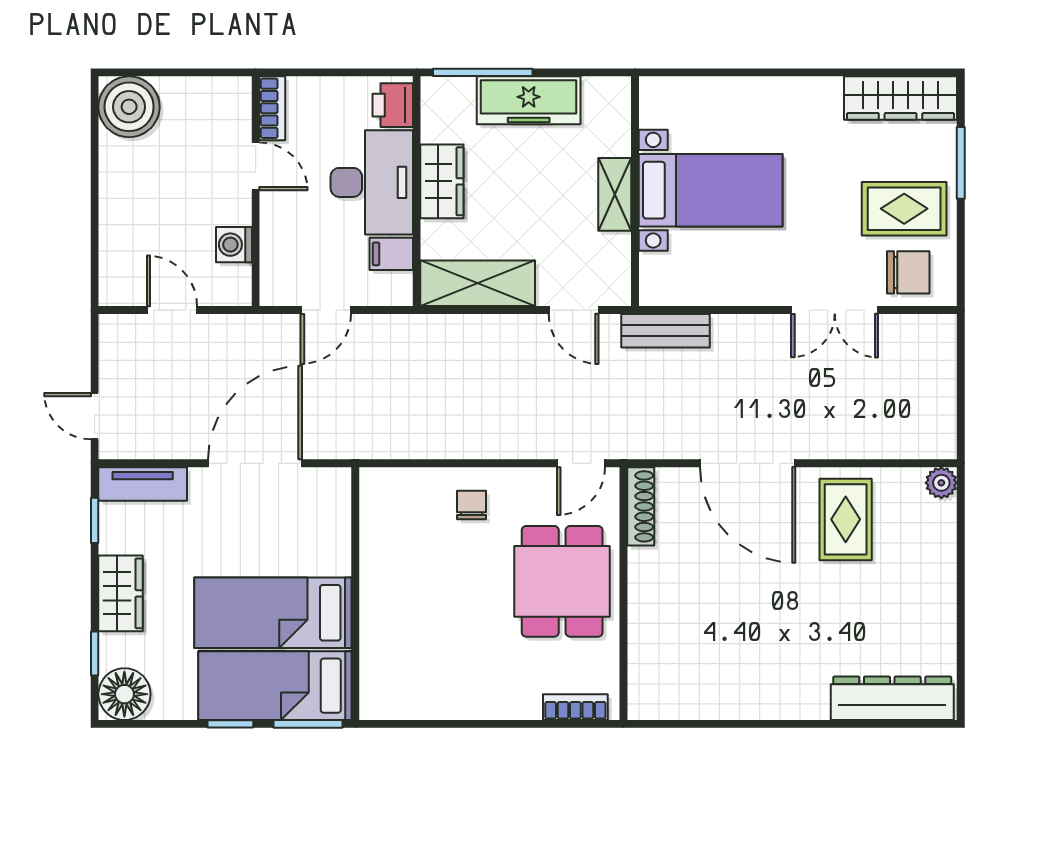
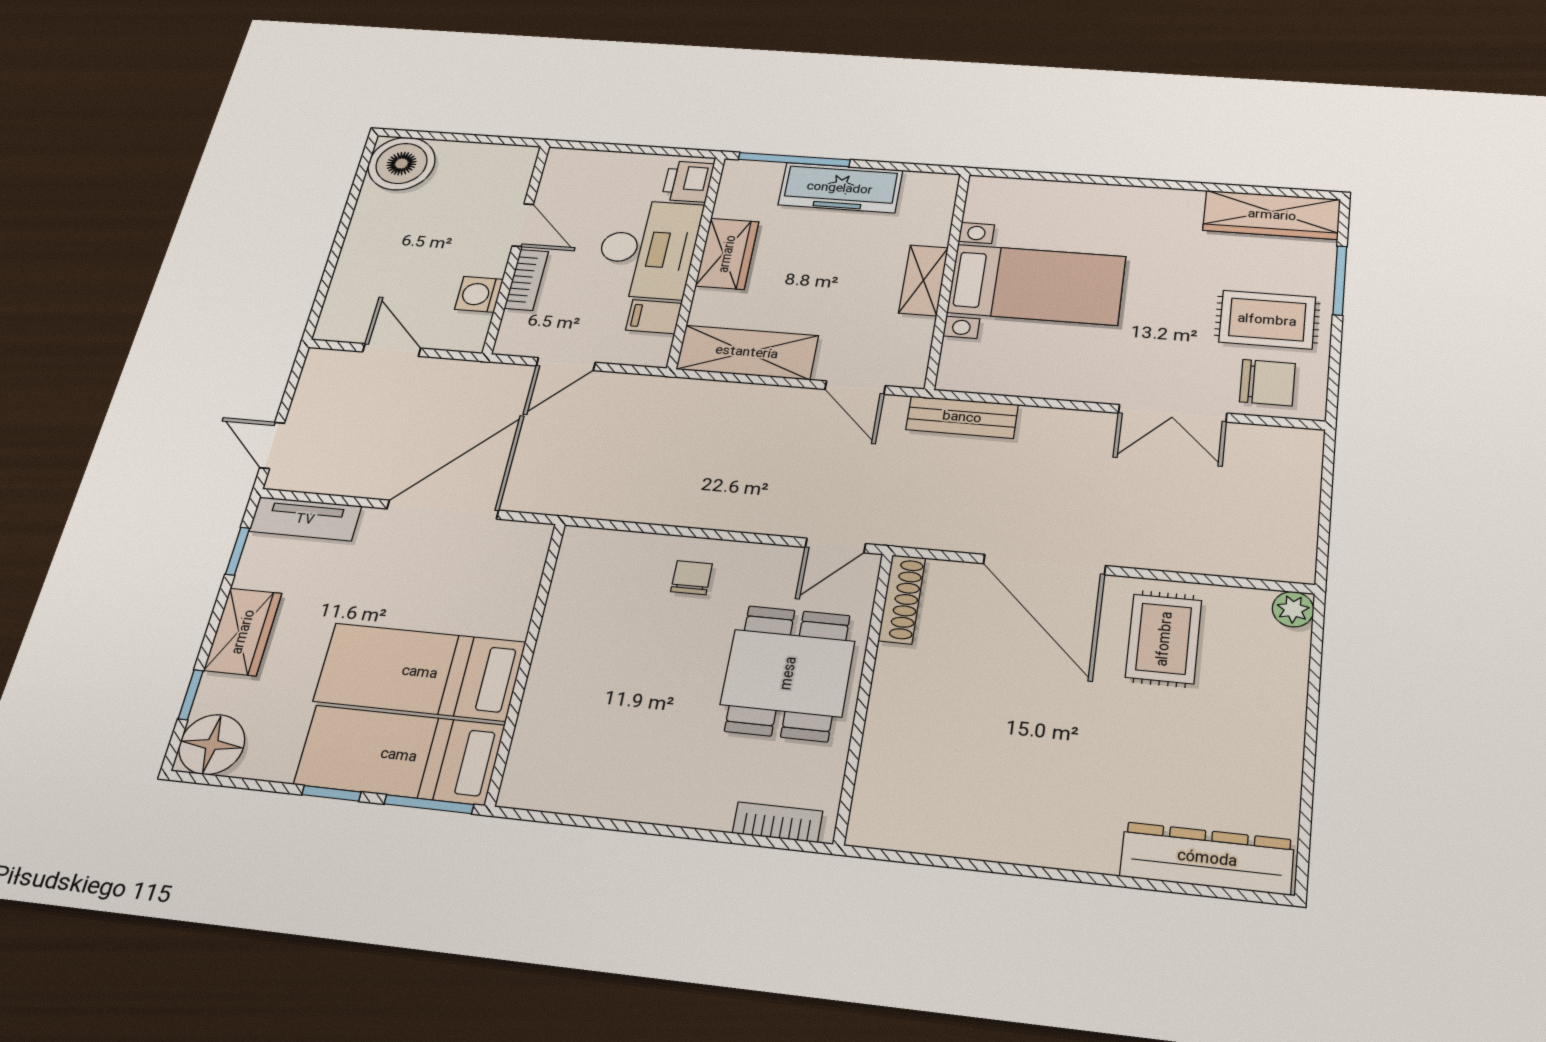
bookcase: (272, 108) -> (526, 280), moved

